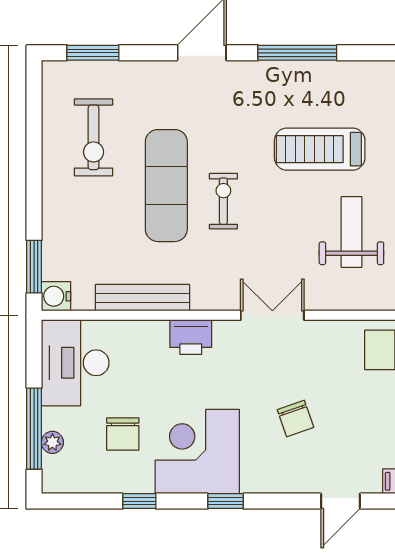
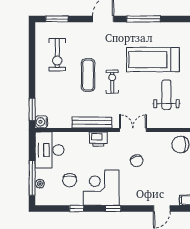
treadmill: (320, 149) -> (153, 60), width x1.37, depth x1.38
exercise mat: (166, 186) -> (88, 75), width x0.73, depth x0.69
bench: (142, 298) -> (92, 122), moved
chair: (295, 418) -> (137, 161), moved

